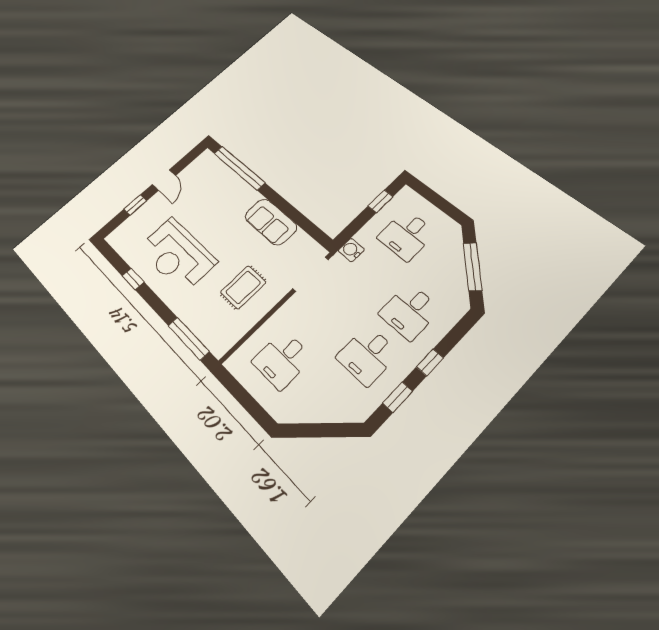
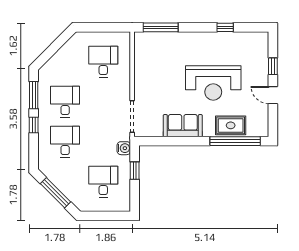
window: (380, 201) -> (135, 171), moved
reception desk: (177, 255) -> (213, 83), moved, turned 180
rug: (243, 287) -> (231, 125), moved, turned 90
window: (398, 397) -> (34, 95), width x1.50

